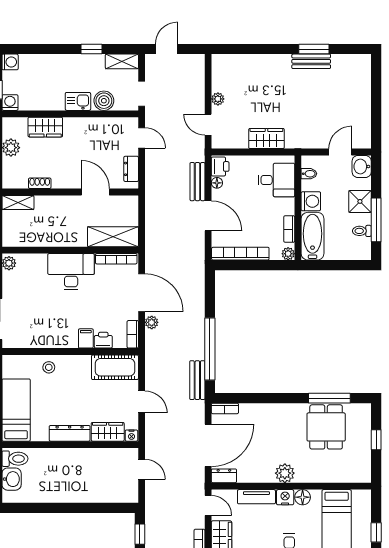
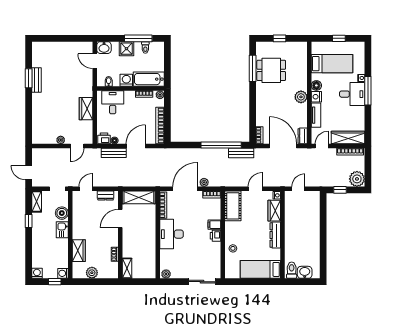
shelving: (113, 237) -> (139, 197), moved, turned 90
printer: (103, 340) -> (216, 236), moved

